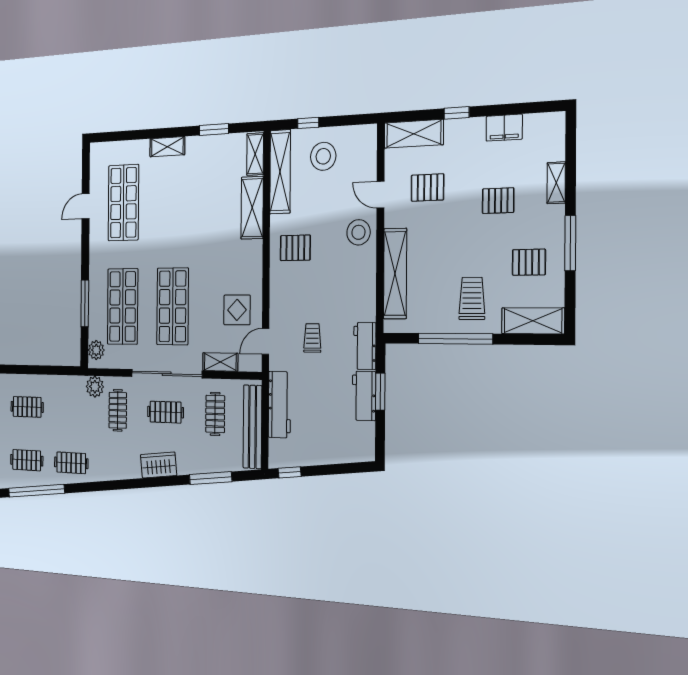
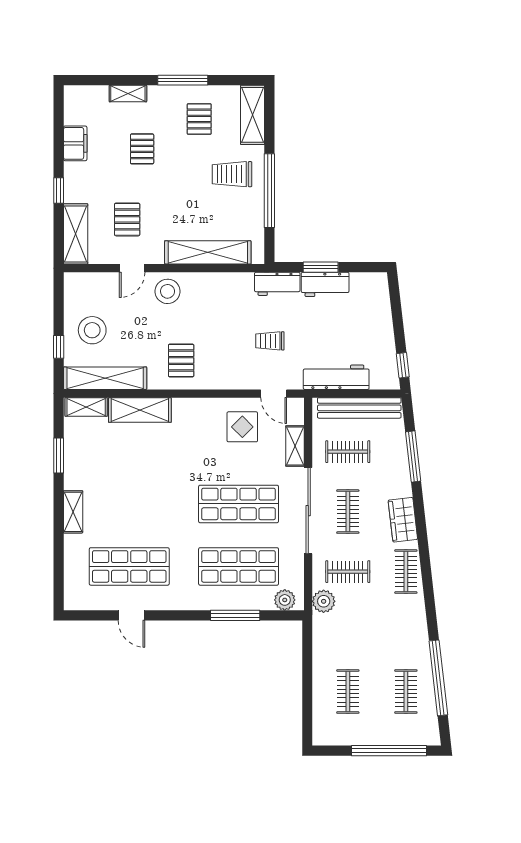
clothes rail: (71, 463) -> (406, 572), moved

